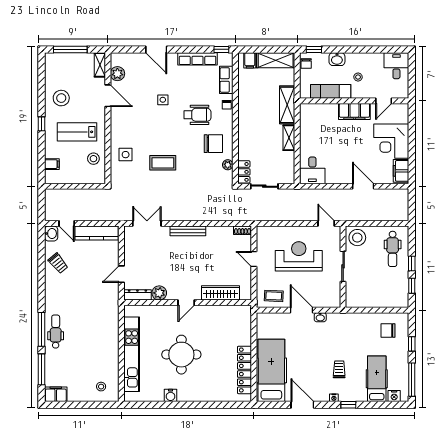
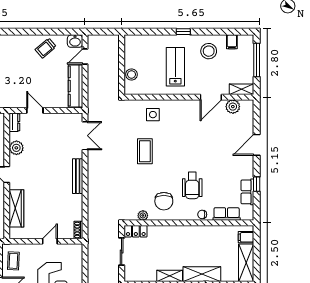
window: (221, 49) -> (257, 184), moved
row of seats: (198, 59) -> (247, 192), width x0.68
side table: (163, 100) -> (207, 151), removed
stool: (93, 159) -> (131, 74), moved
filing cabinet: (52, 164) -> (232, 42), moved
dresser: (137, 295) -> (14, 122), width x0.70

